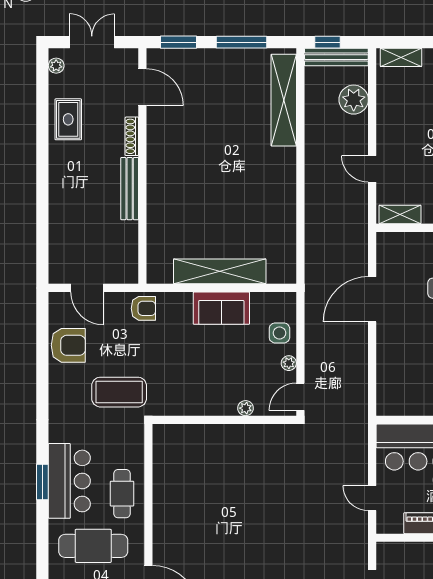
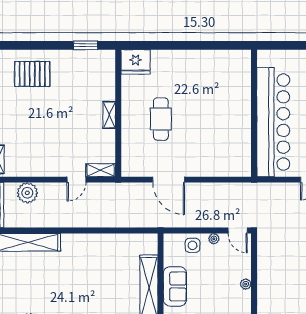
shelving: (400, 215) -> (101, 170), moved, turned 90
plant: (246, 408) -> (246, 284), moved

